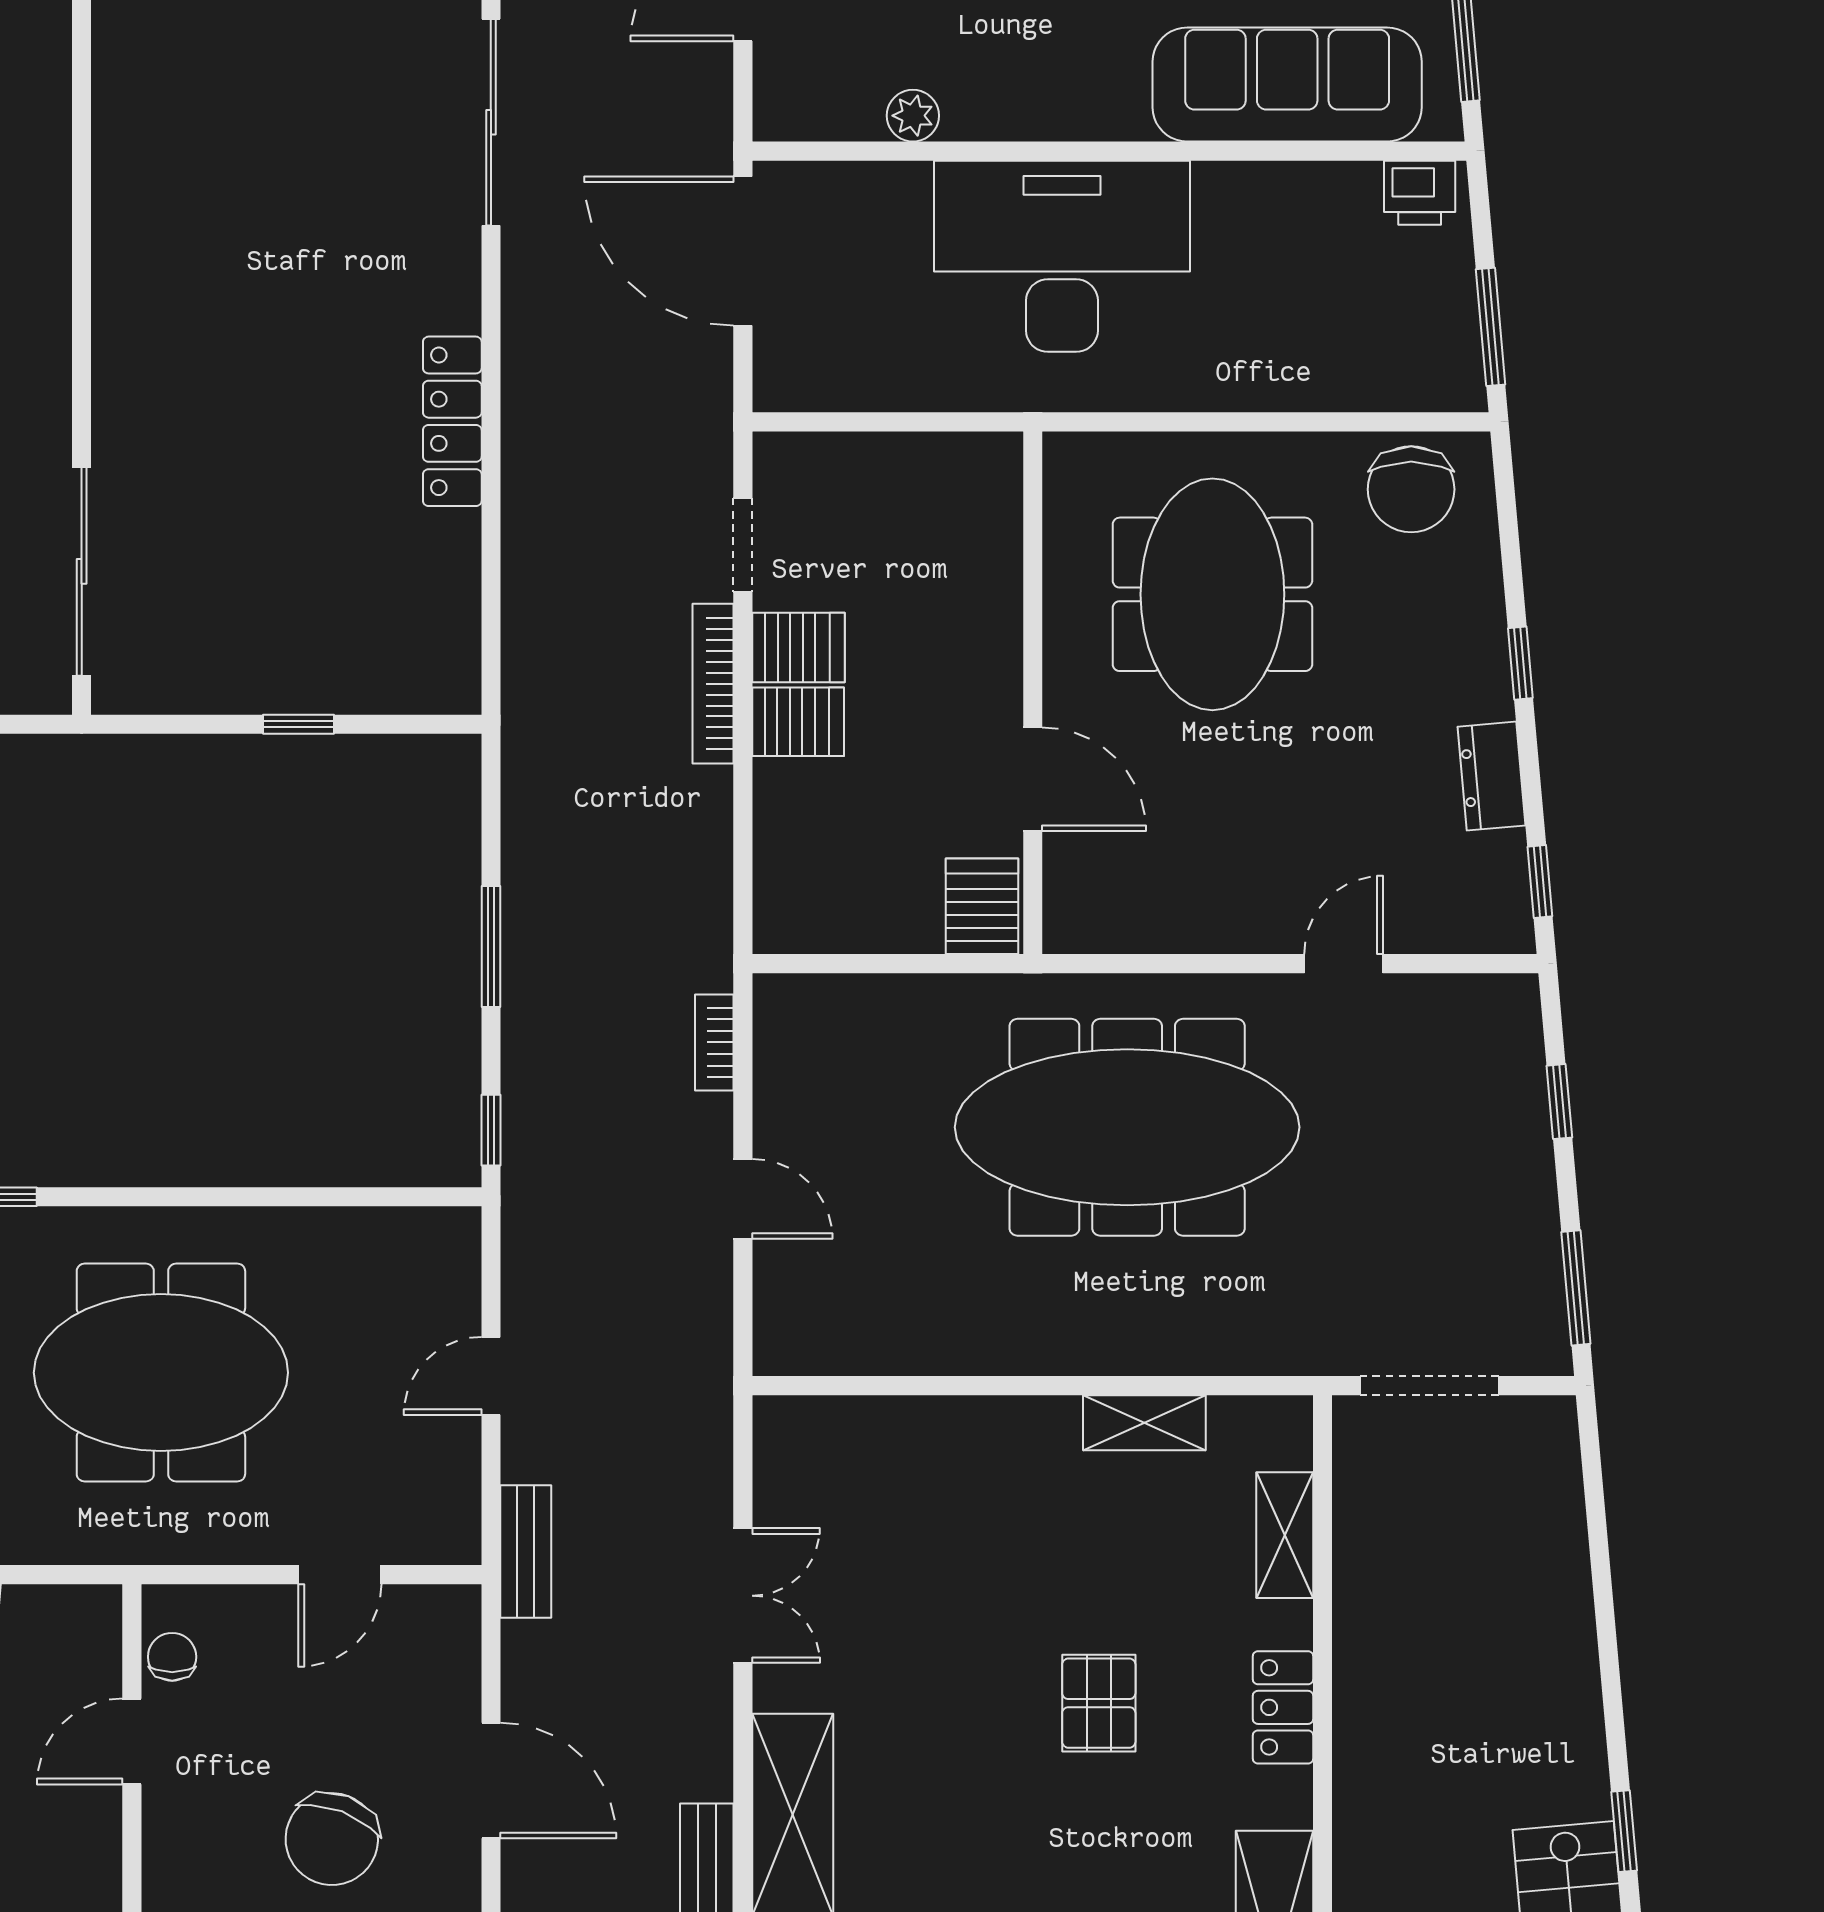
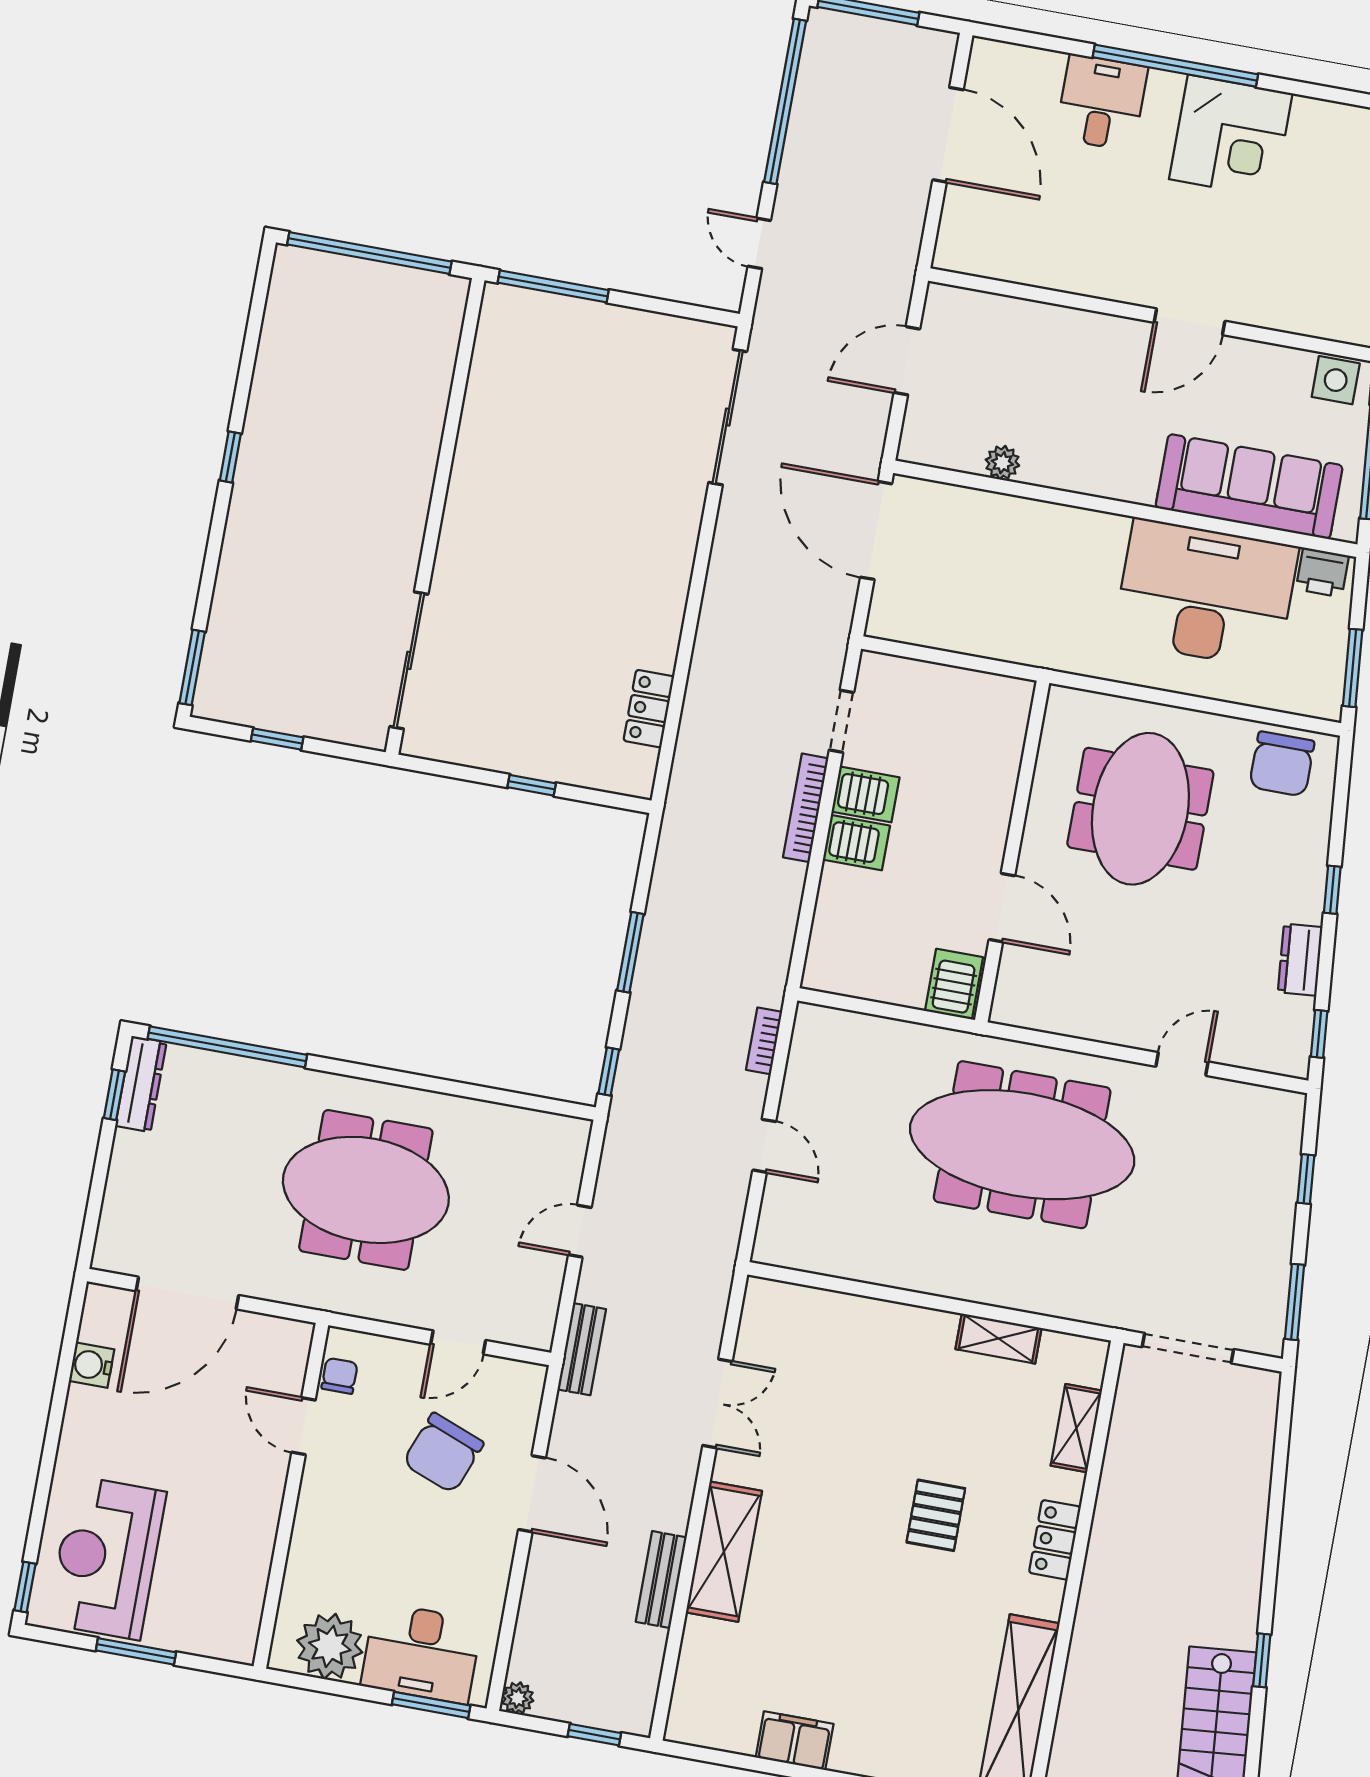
desk: (1062, 256) -> (1206, 594), moved
locker: (452, 421) -> (649, 709), moved, width x0.66
door: (132, 1741) -> (304, 1426), hinge flipped
chair: (332, 1839) -> (443, 1453), moved

